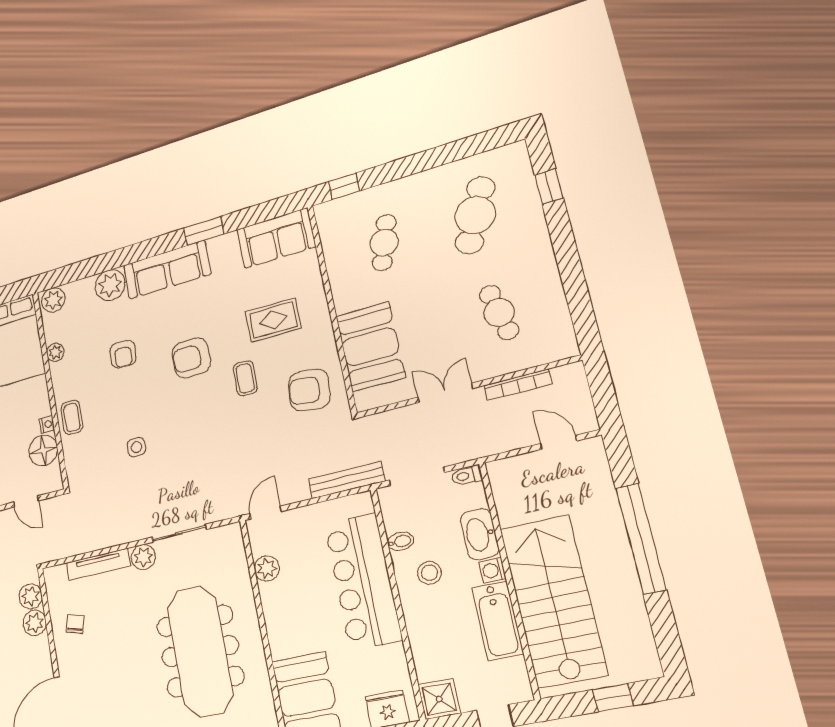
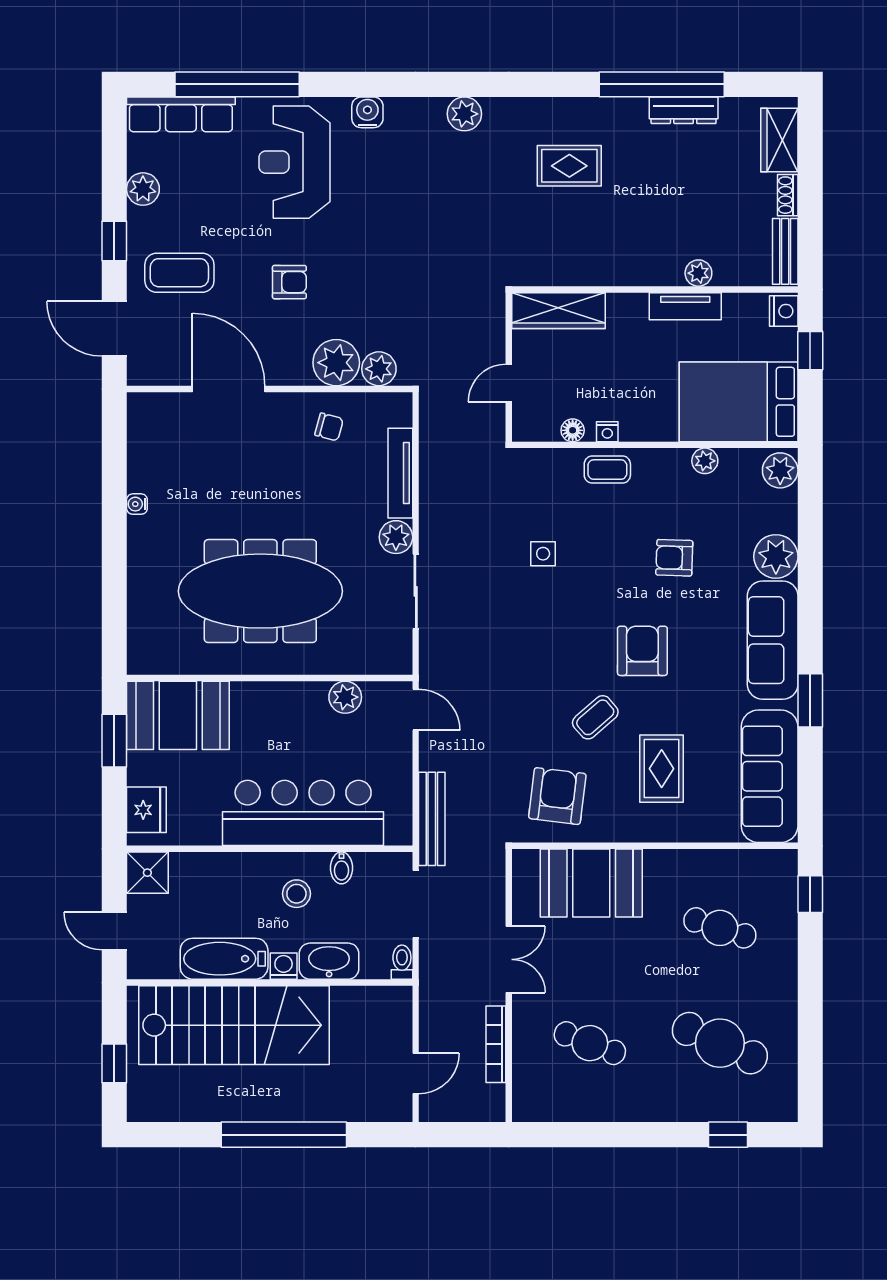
sofa: (276, 238) -> (770, 776), width x1.36
cafe table: (499, 312) -> (590, 1043), turned 33
coffee table: (245, 378) -> (595, 717), turned -42
floor lamp: (43, 450) -> (573, 430), width x0.53, depth x0.53
plant: (35, 623) -> (336, 363), width x1.36, depth x1.36

